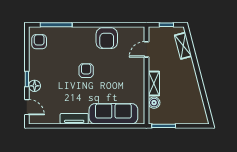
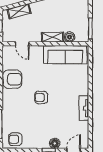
sofa: (113, 114) -> (65, 55), moved, turned -90

